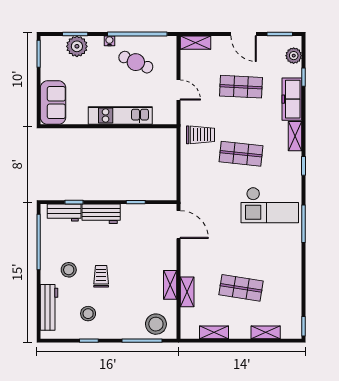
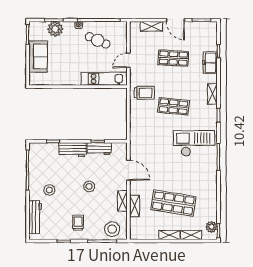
shelving: (195, 43) -> (151, 26), moved
plant: (294, 56) -> (211, 227), moved
door: (178, 90) -> (128, 60), swing flipped
freezer: (292, 99) -> (210, 63), width x0.71
sofa: (53, 103) -> (38, 57), moved
kitchen unit: (120, 116) -> (104, 79), moved
checkout: (270, 205) -> (194, 143), turned 180
workbench: (64, 213) -> (99, 149), moved
door: (178, 225) -> (128, 170), moved
trolley: (101, 276) -> (78, 223), moved
shop shelf: (241, 288) -> (173, 203), width x1.43, depth x1.36
stool: (88, 314) -> (89, 186), moved
shelving: (214, 332) -> (169, 235), moved

